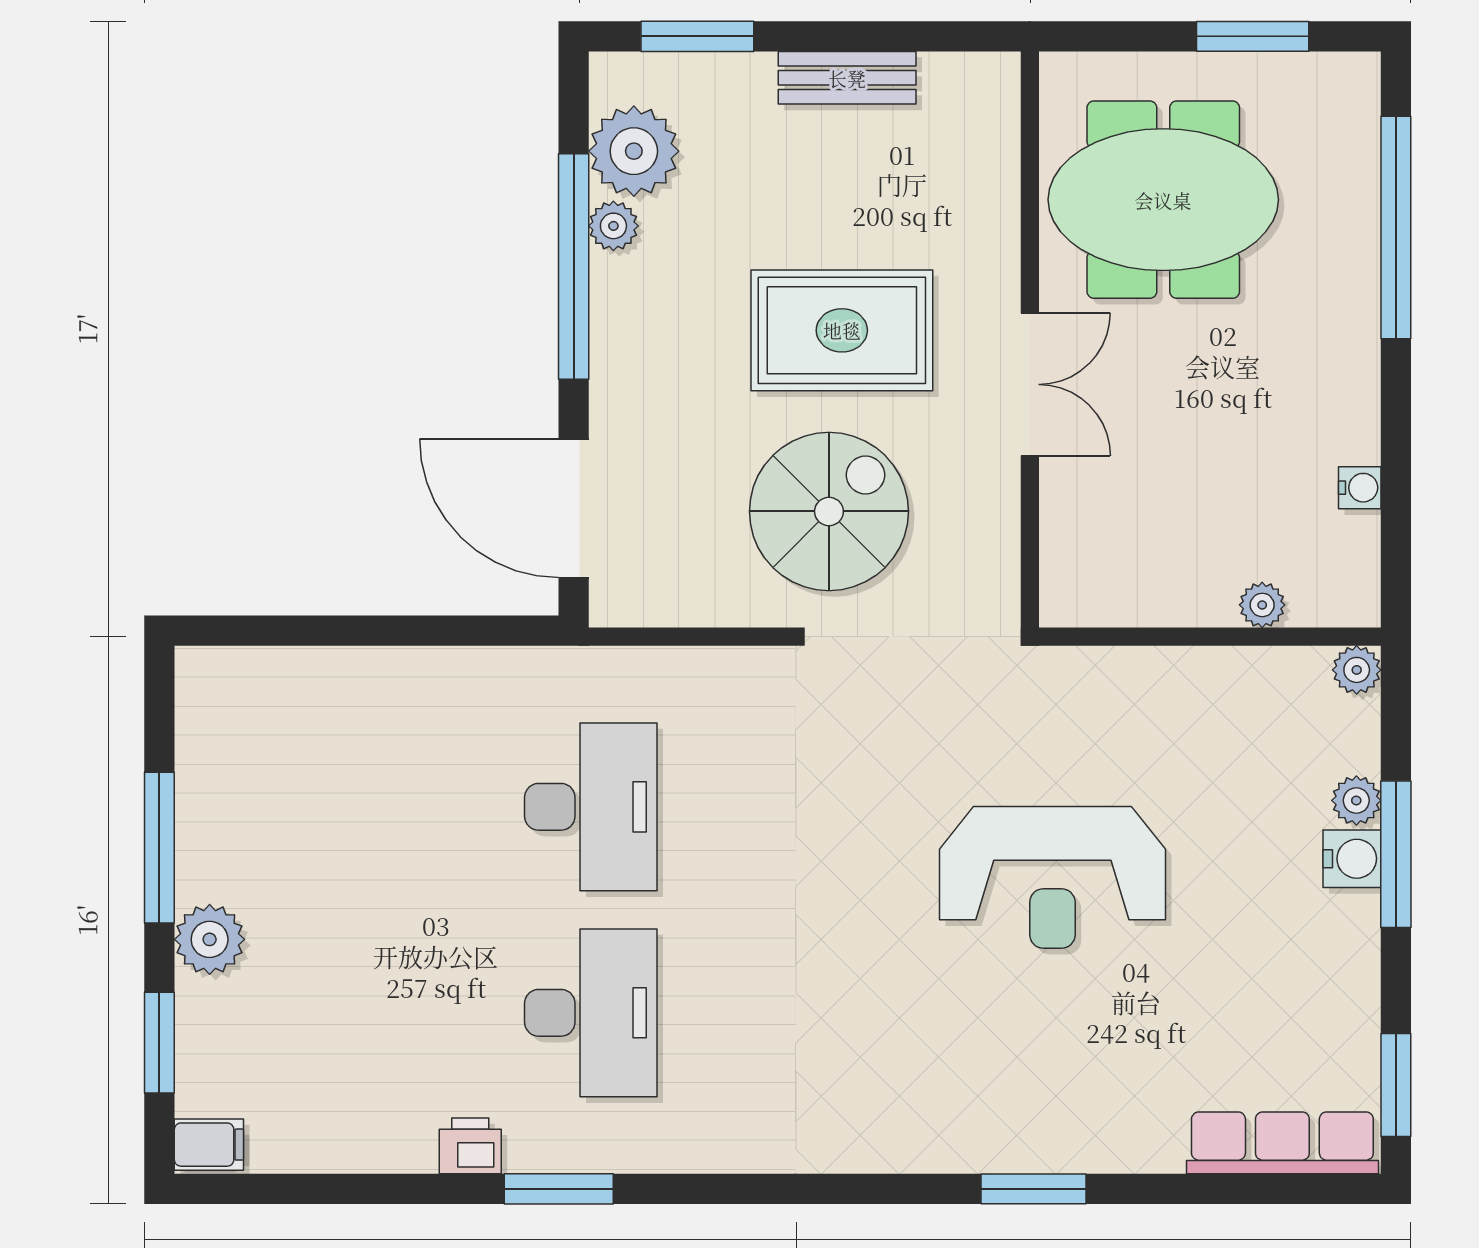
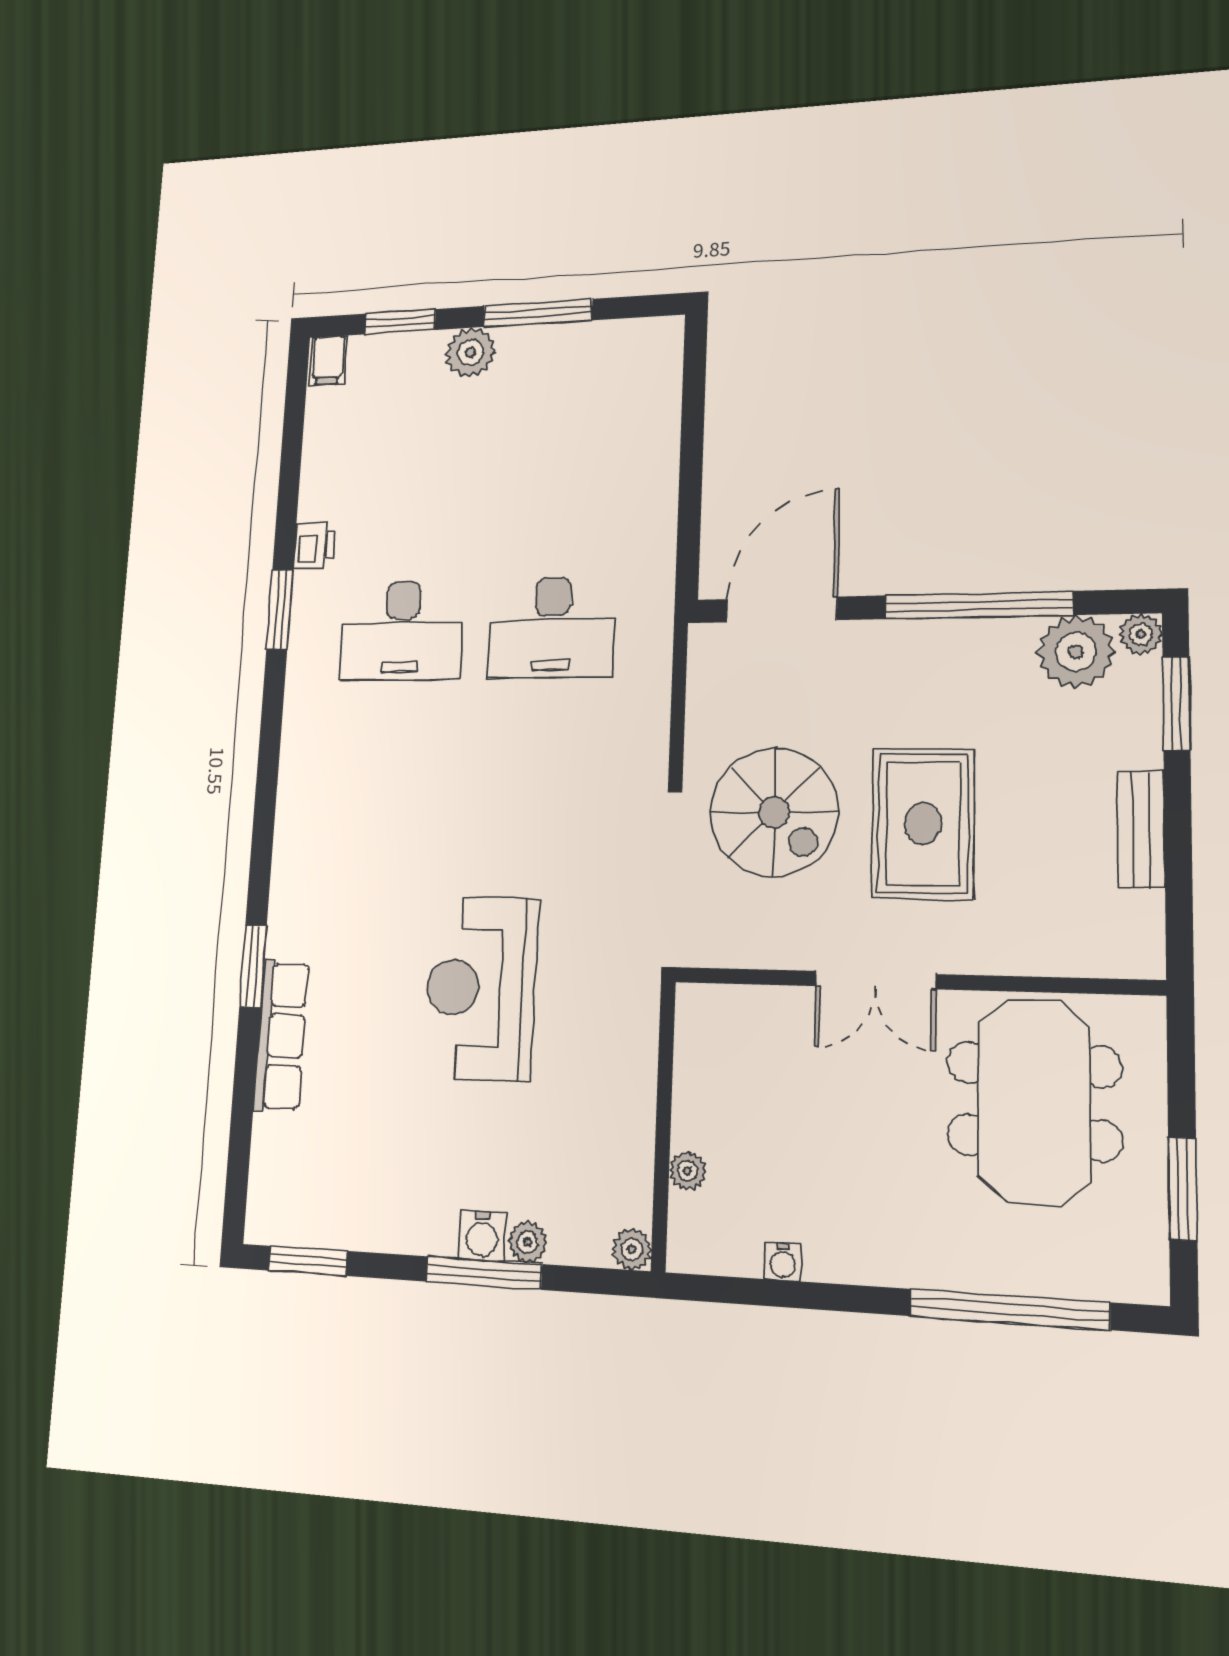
plant: (613, 226) -> (1141, 634), moved
row of seats: (1282, 1143) -> (281, 1036), moved

